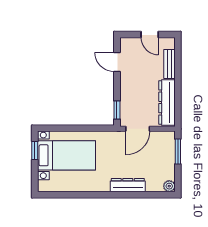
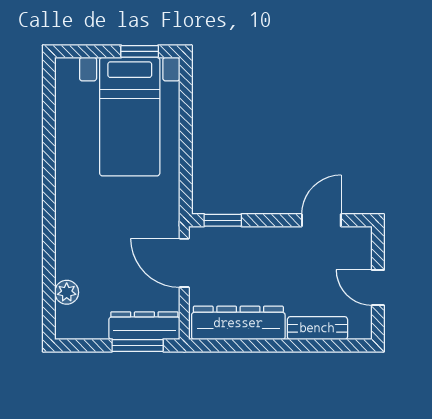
door: (150, 35) -> (378, 288), hinge flipped
dresser: (128, 185) -> (144, 326), moved, turned -90
plant: (169, 186) -> (67, 292), moved

